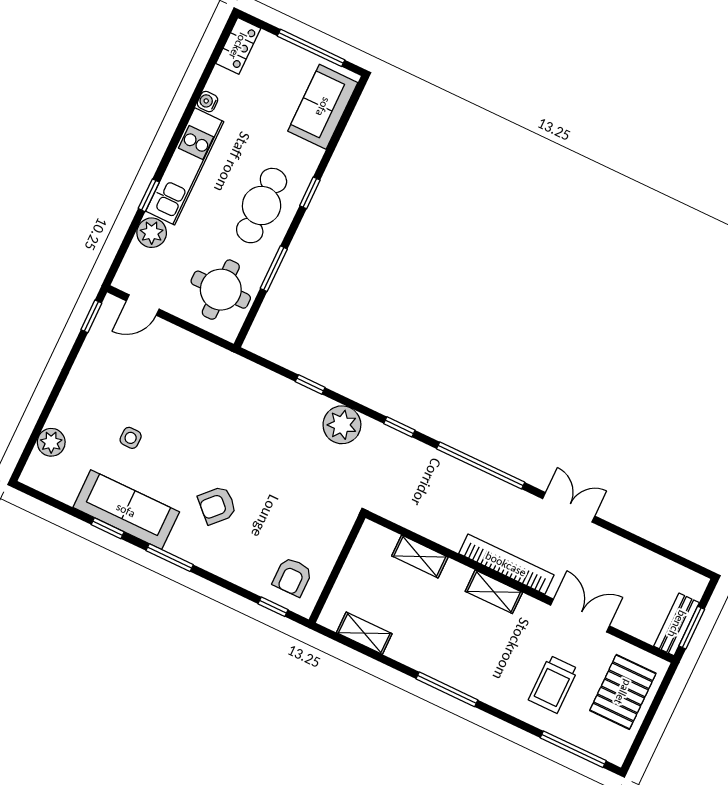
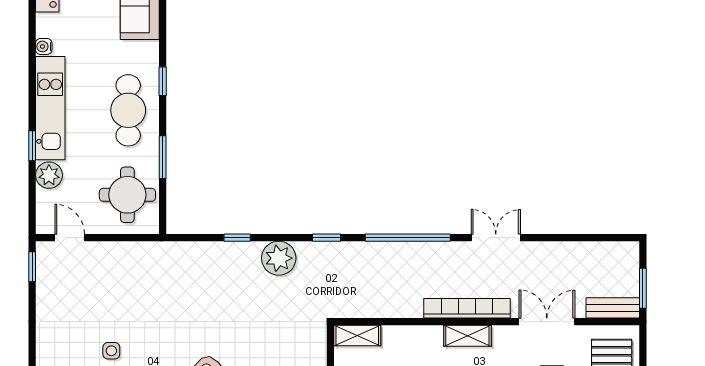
door: (143, 305) -> (70, 238), swing flipped
shelving: (420, 557) -> (357, 335), moved
bench: (677, 624) -> (613, 308), moved, turned 90

